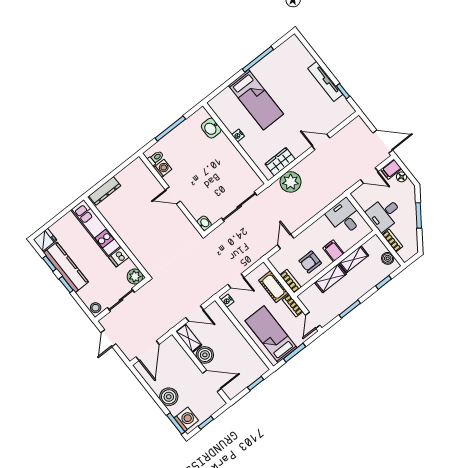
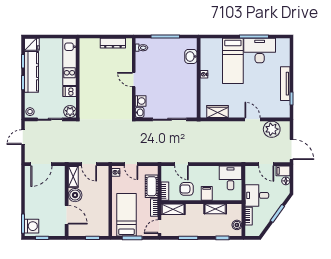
desk: (274, 69) -> (260, 51), added
washing machine: (163, 168) -> (141, 101), moved
plant: (291, 182) -> (272, 129), moved
dresser: (105, 191) -> (113, 43), moved
door: (286, 241) -> (181, 164), swing flipped
shelving: (330, 278) -> (173, 209), moved
boiler: (169, 397) -> (32, 203), removed

